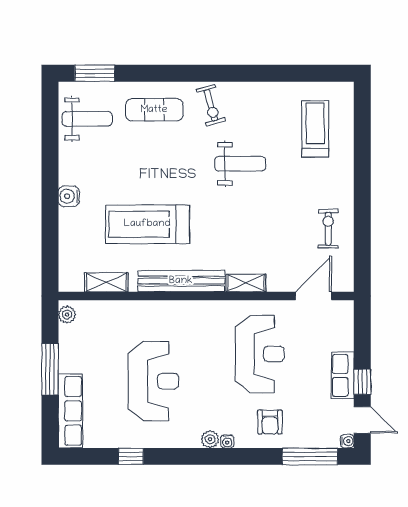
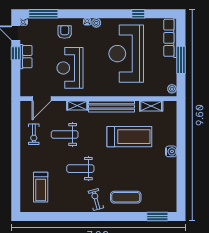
weight bench: (87, 119) -> (65, 135), moved
reception desk: (153, 381) -> (126, 54), width x1.36, depth x1.30

